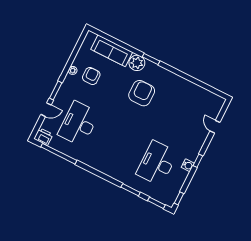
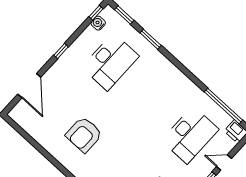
armchair: (142, 93) -> (84, 135), moved
door: (215, 127) -> (29, 86), width x1.88
water cooler: (188, 165) -> (98, 23), moved

